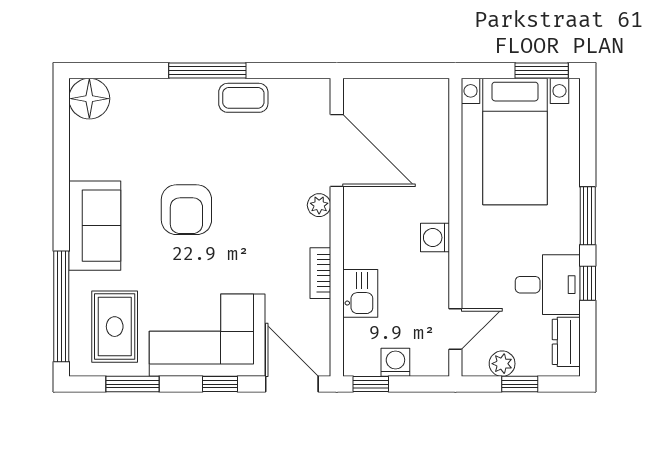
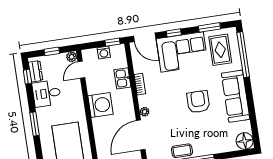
door: (337, 151) -> (141, 135), hinge flipped
sofa: (95, 226) -> (236, 96), width x1.36
washing machine: (435, 238) -> (101, 105), width x1.89, depth x1.89
window: (588, 283) -> (27, 77), moved
plant: (502, 364) -> (72, 57), moved

